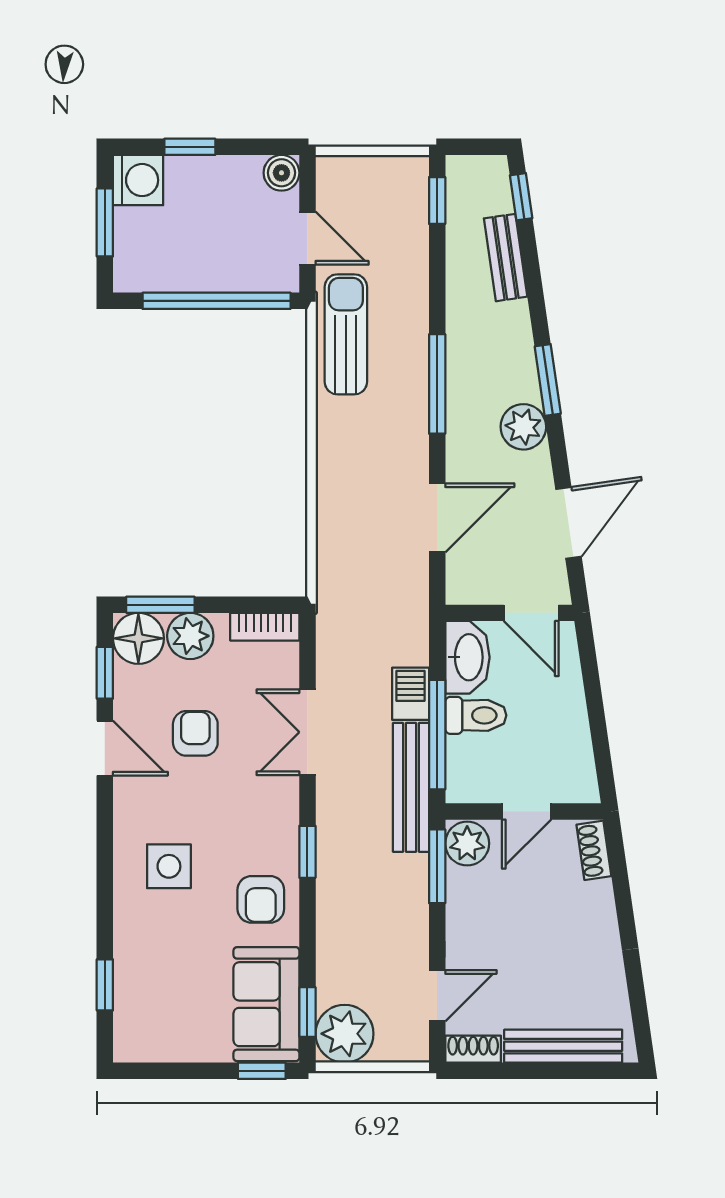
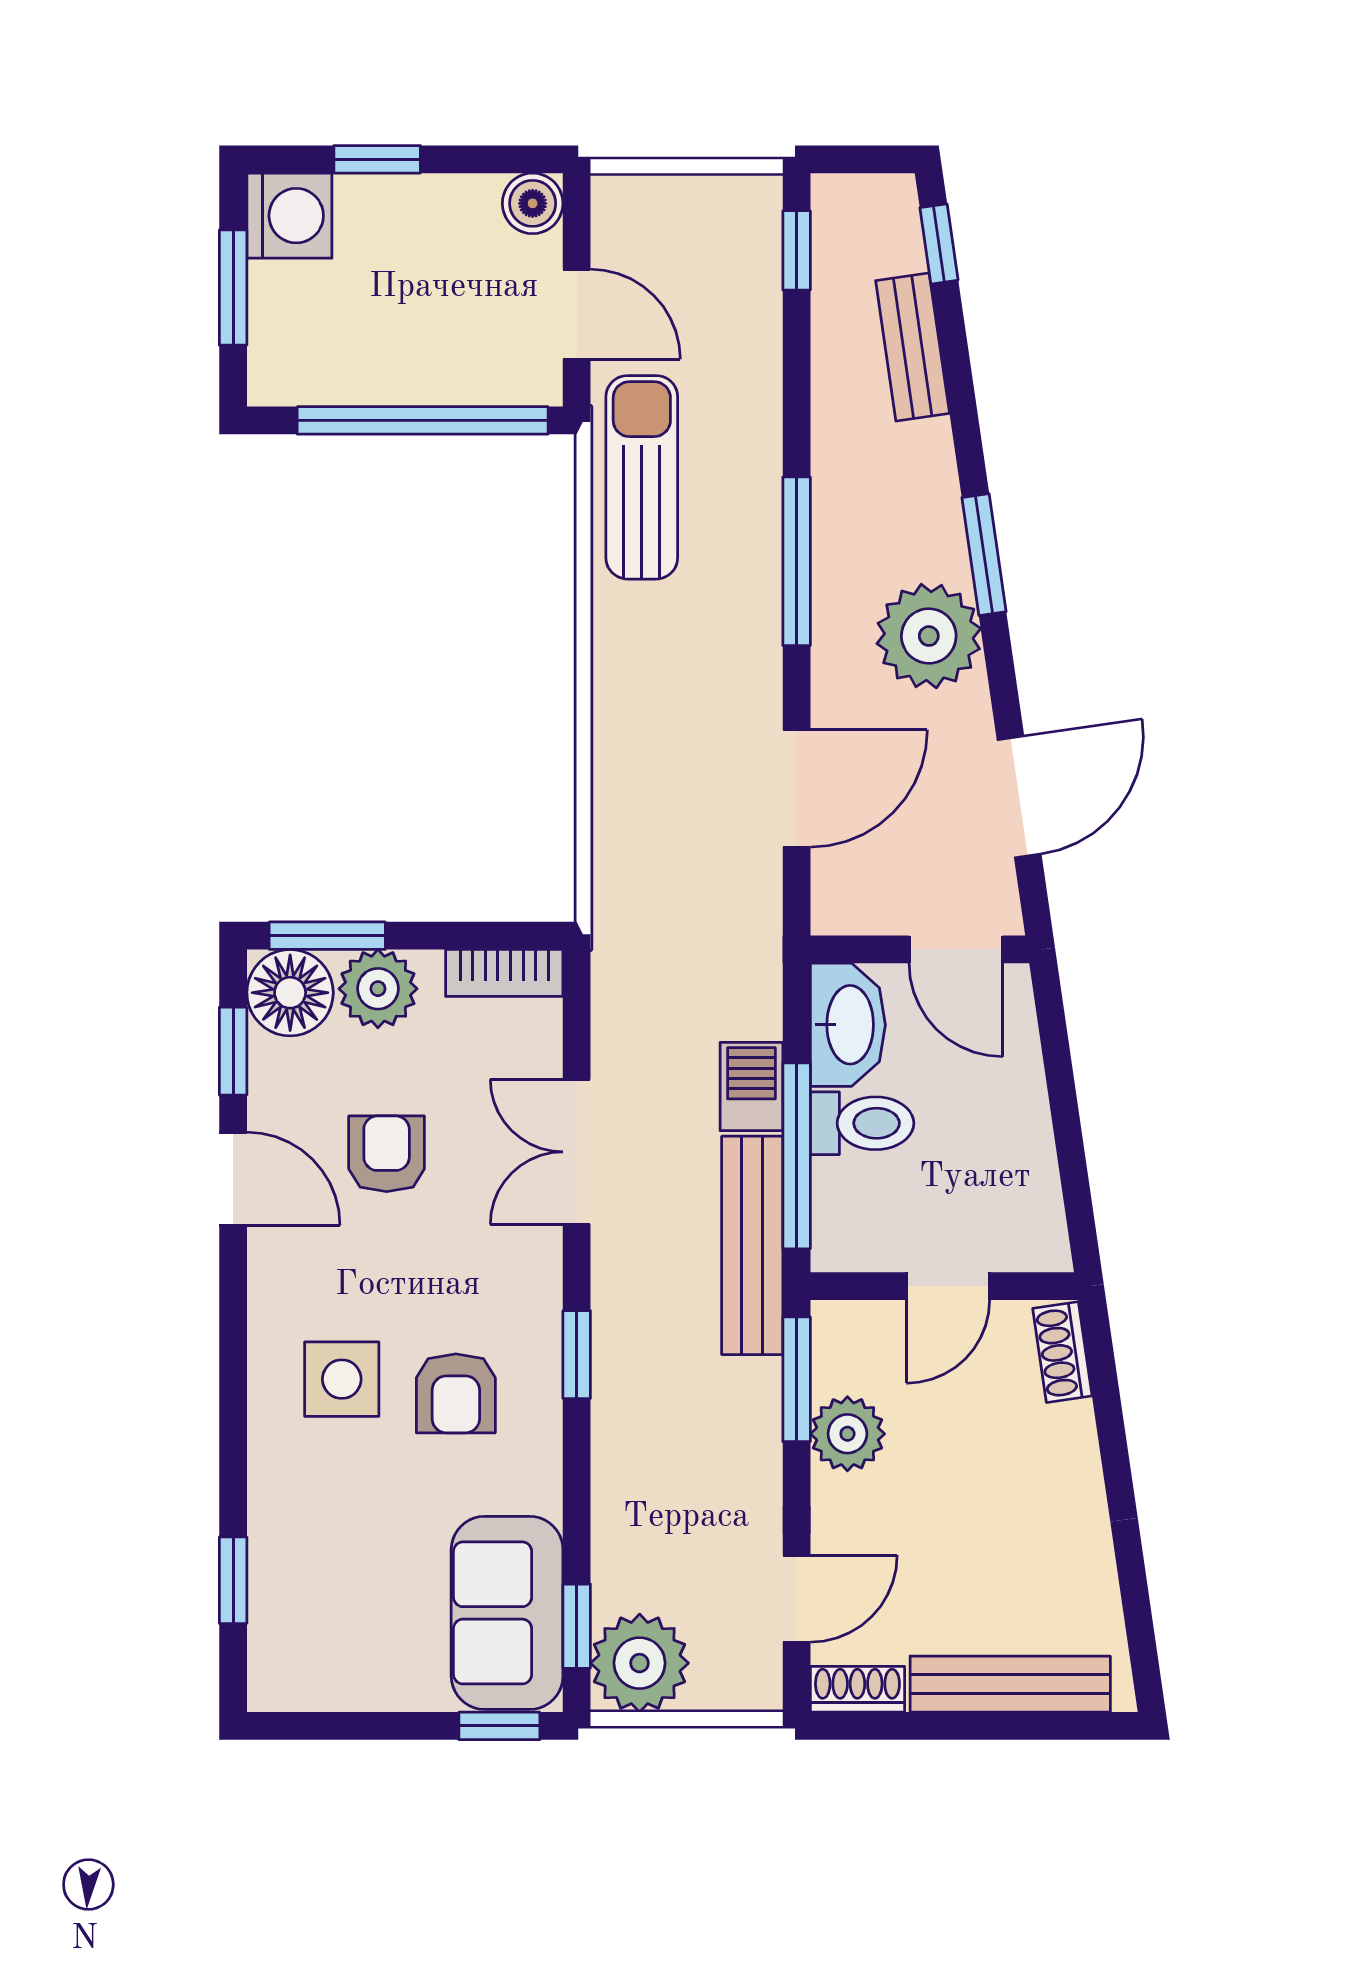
plant: (523, 427) -> (929, 636), width x1.36, depth x1.36
plant: (467, 843) -> (847, 1434), moved
armchair: (261, 899) -> (456, 1393), moved

